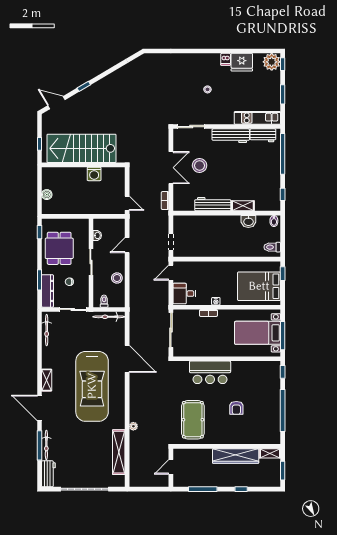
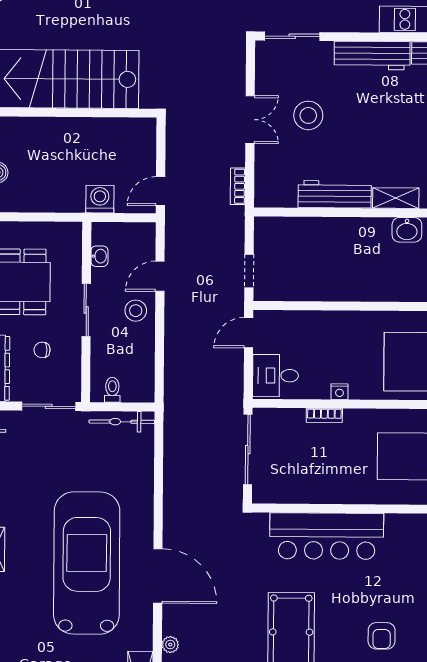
double door: (171, 168) -> (250, 120), width x0.73
washing machine: (94, 174) -> (100, 199), moved, turned 180
door: (127, 203) -> (161, 191), swing flipped
stool: (117, 278) -> (136, 311), moved
door: (127, 359) -> (158, 576), moved
bar counter: (210, 372) -> (327, 536), width x1.36
car: (92, 386) -> (87, 563), turned 180
armchair: (236, 408) -> (382, 636), moved

